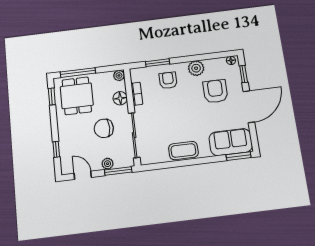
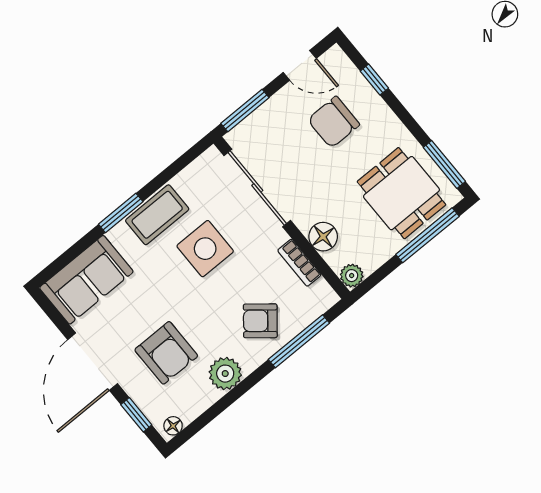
window: (158, 63) -> (299, 341), width x1.44
armchair: (168, 80) -> (260, 321), turned 129
window: (52, 96) -> (444, 164), width x1.50
side table: (172, 124) -> (205, 249), added
chair: (104, 128) -> (334, 122), moved, turned 180
window: (239, 156) -> (121, 213), moved
plant: (108, 164) -> (271, 111), removed

